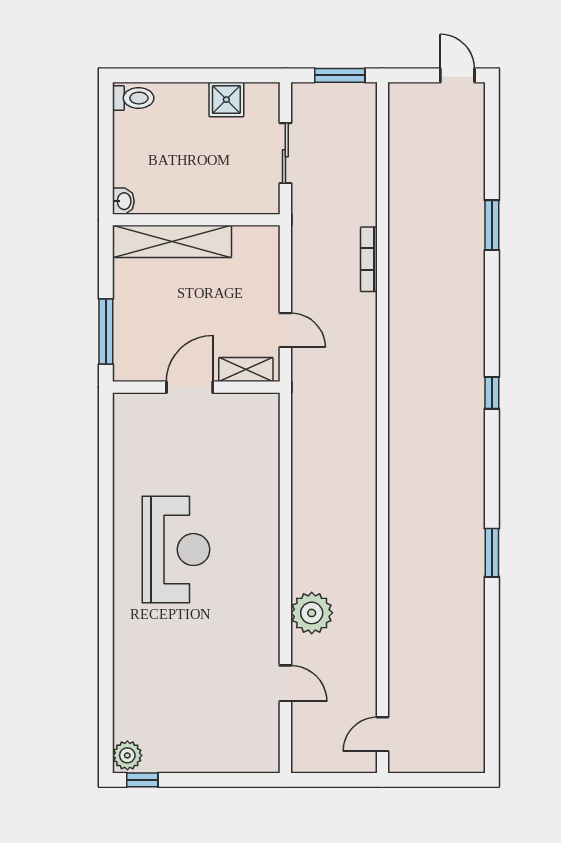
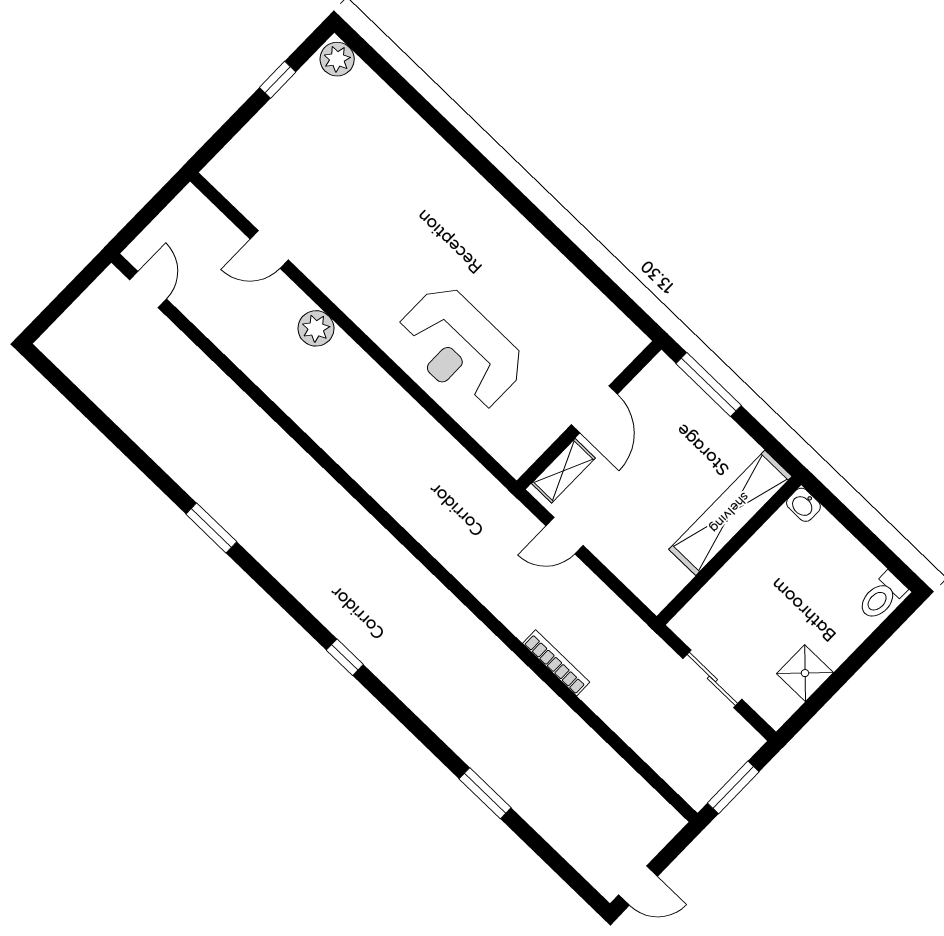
reception desk: (176, 550) -> (461, 348), moved
plant: (312, 613) -> (316, 328), width x0.73, depth x0.73
window: (142, 780) -> (278, 80), moved

